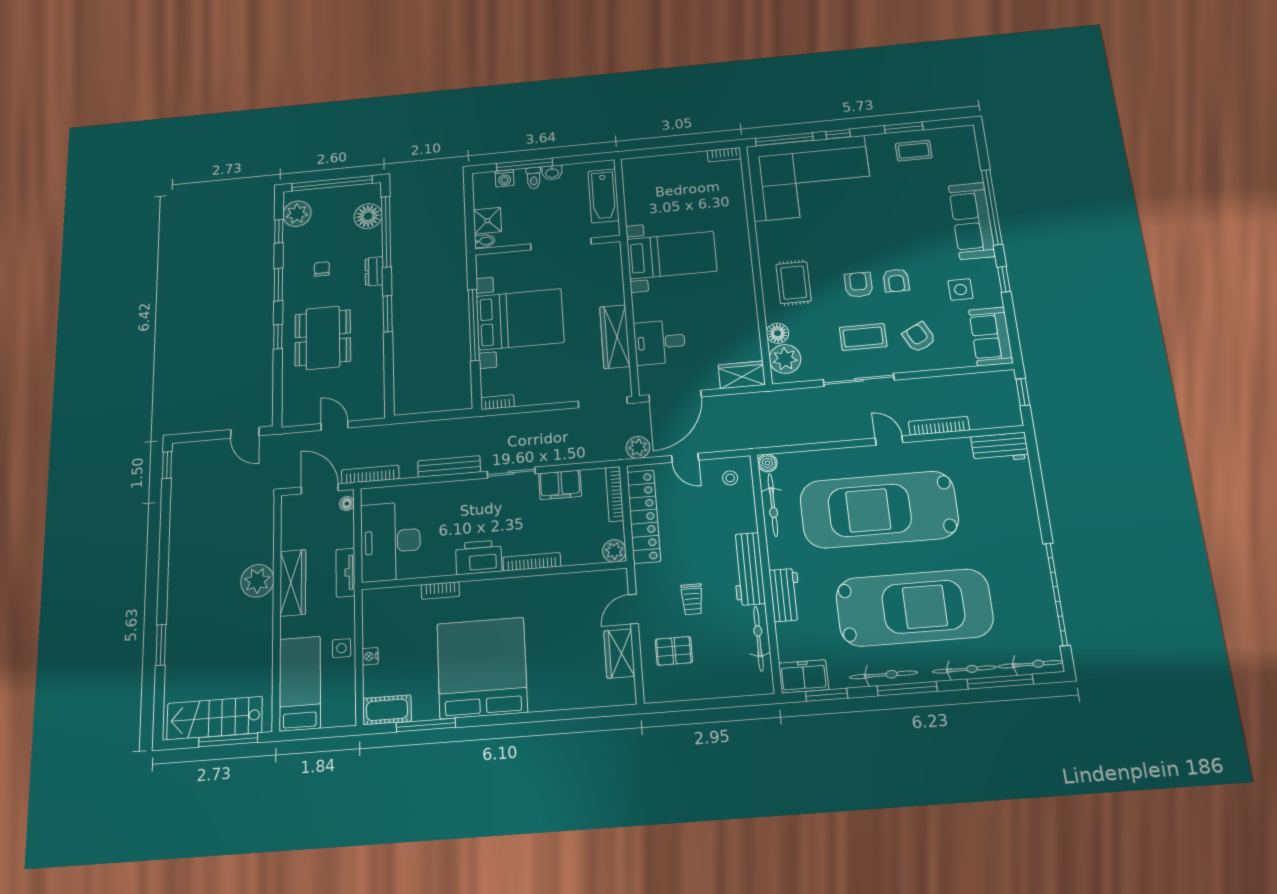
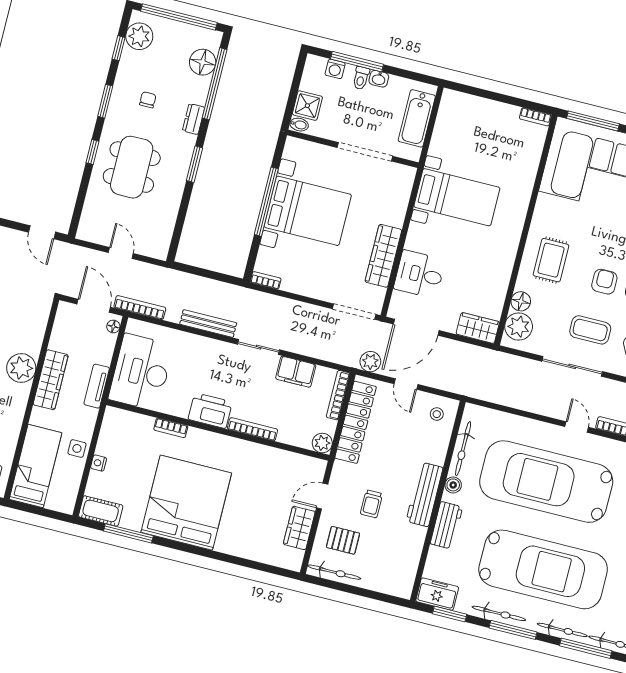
boiler: (767, 463) -> (453, 485), moved
bicycle: (759, 639) -> (334, 572), moved, turned 90

